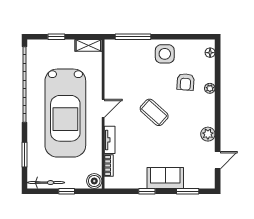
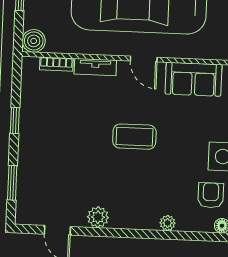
armchair: (186, 82) -> (211, 195), moved, turned 86
coffee table: (154, 112) -> (134, 137), turned 48
sofa: (165, 178) -> (193, 79), moved, turned 90

